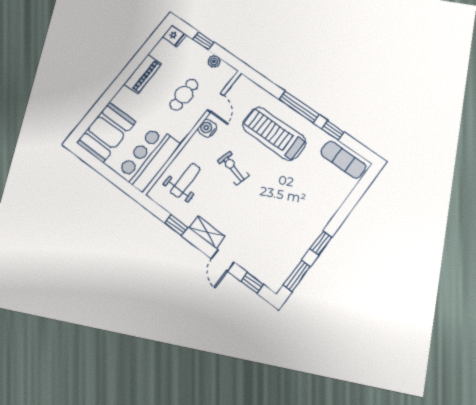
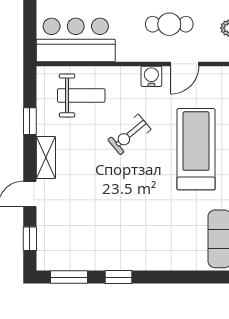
exercise bike: (233, 168) -> (129, 135), turned -146

